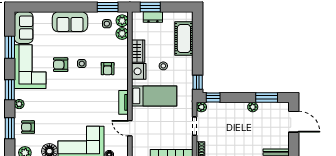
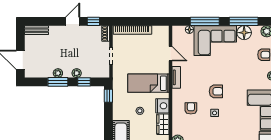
armchair: (61, 65) -> (216, 91), moved
window: (213, 97) -> (84, 82), moved
window: (267, 97) -> (58, 82), moved
plant: (201, 107) -> (77, 73), moved

